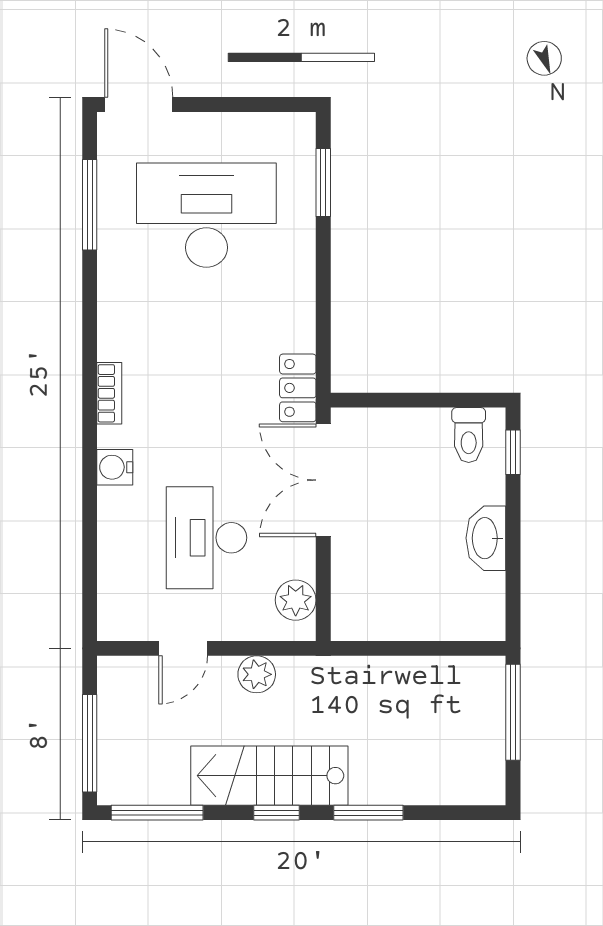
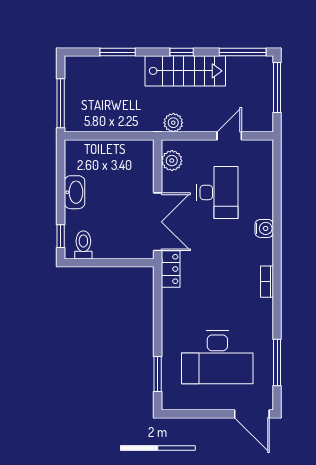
bookcase: (109, 393) -> (267, 282), moved
plant: (257, 674) -> (173, 123), moved
window: (368, 813) -> (118, 52), moved

